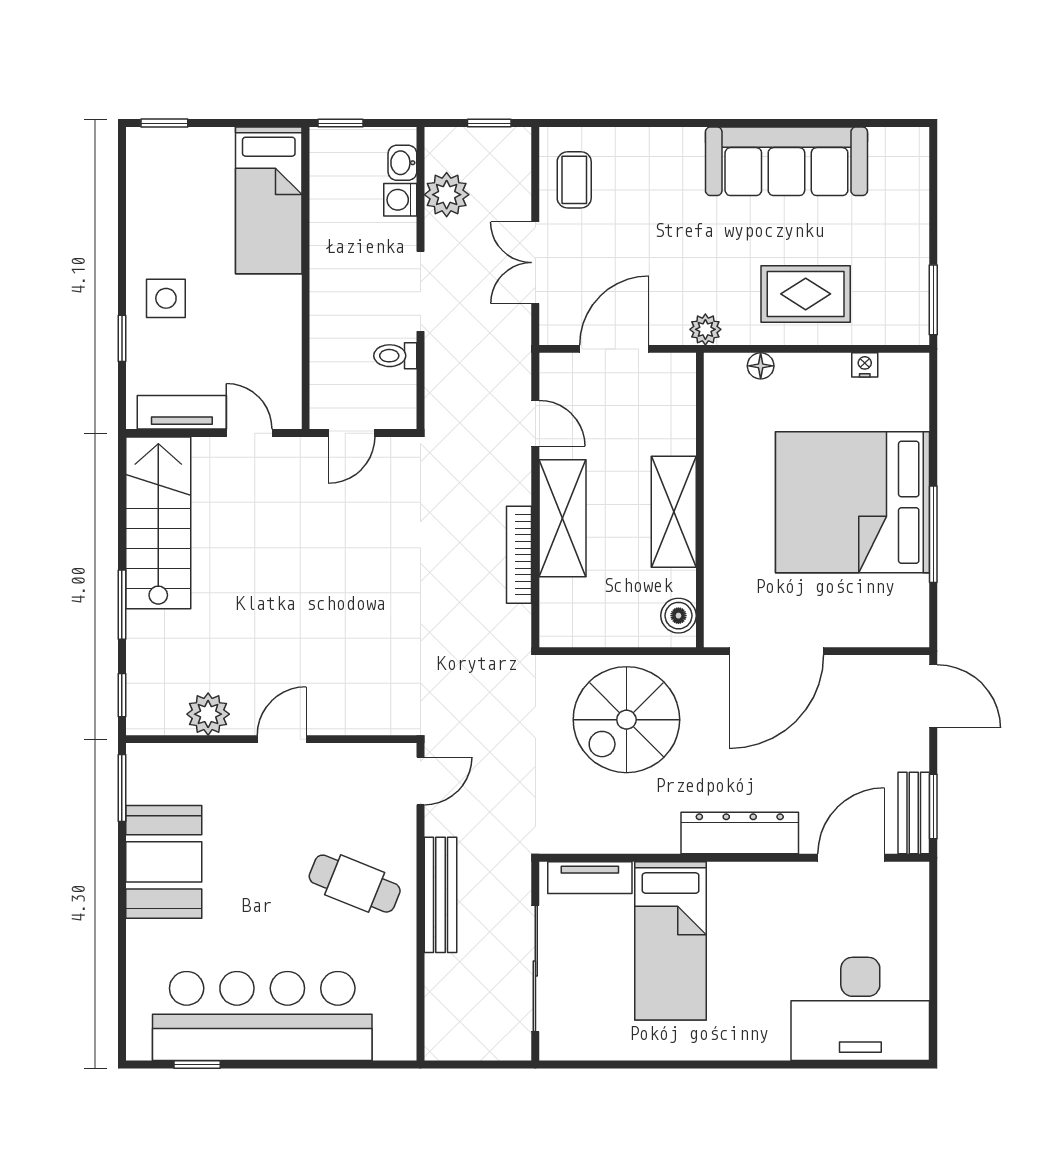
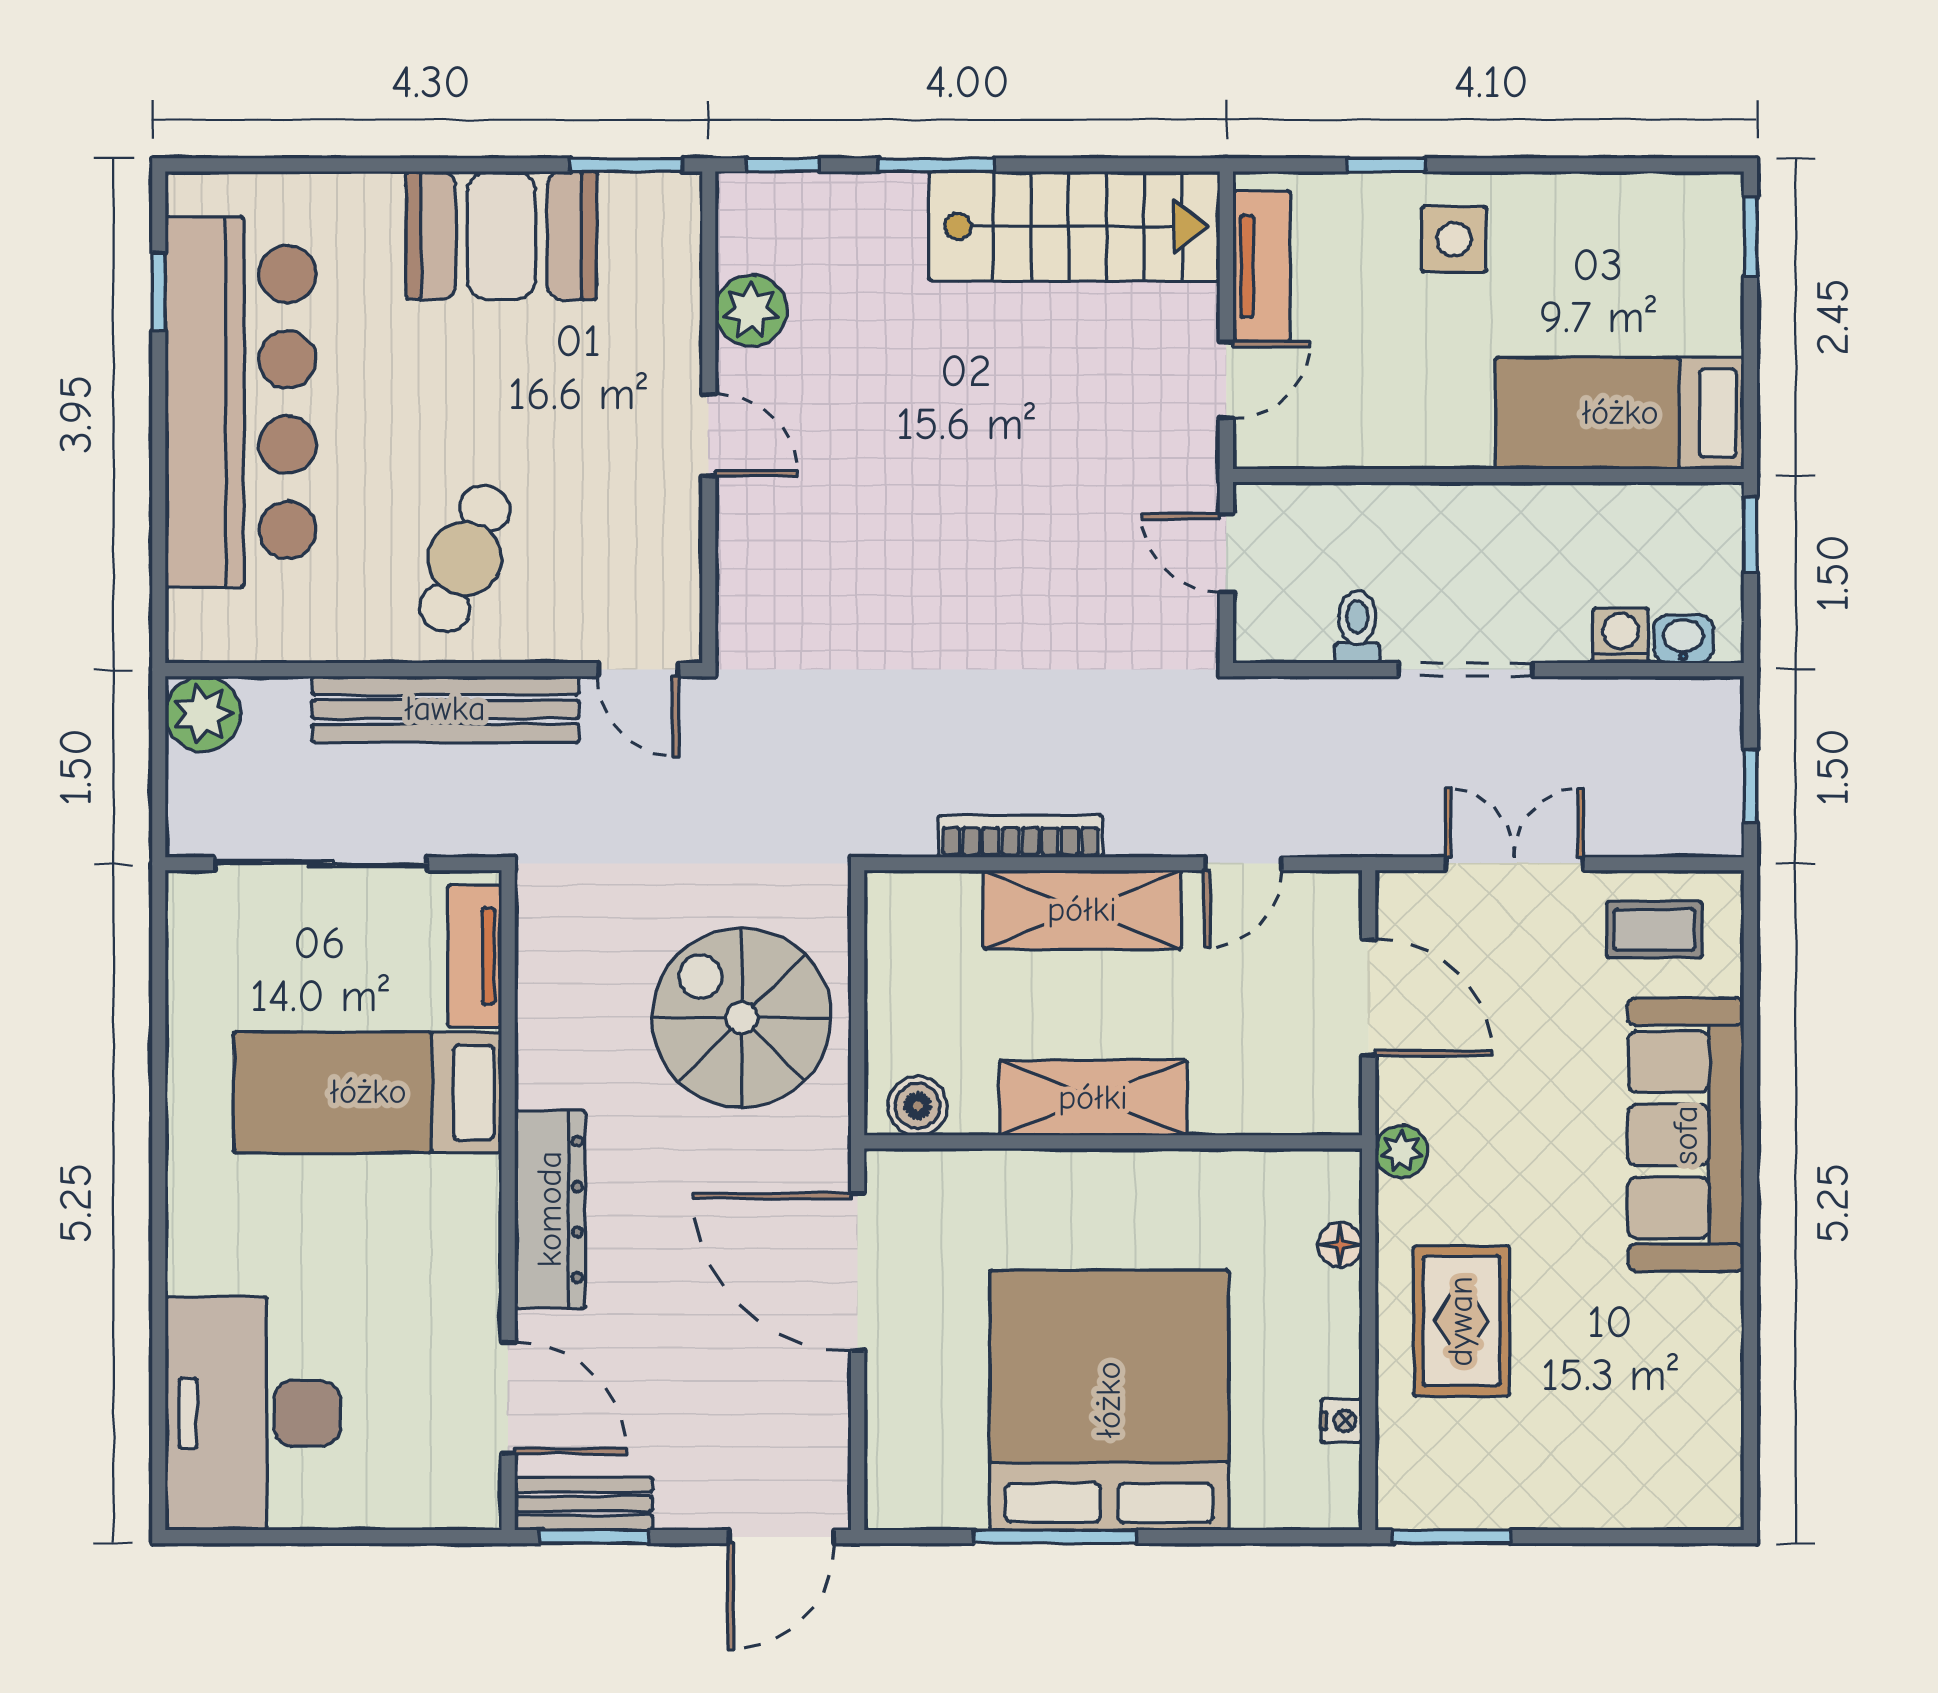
sofa: (786, 161) -> (1686, 1135), moved
plant: (447, 195) -> (203, 714), moved
bench: (440, 895) -> (445, 709), width x1.37, depth x1.21

